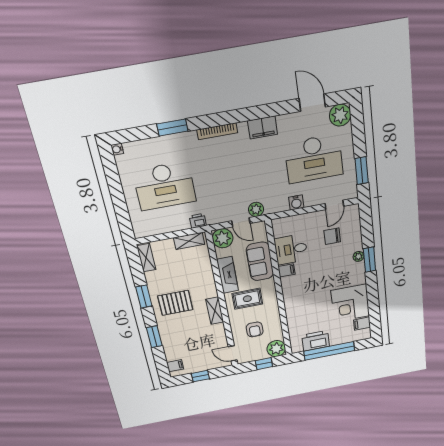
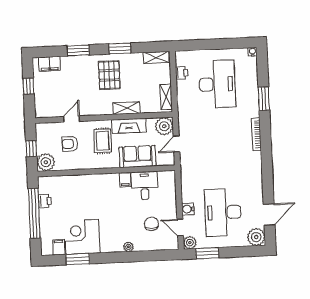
filing cabinet: (263, 127) -> (255, 172), removed
desk: (165, 186) -> (217, 84), turned 180
water cooler: (296, 202) -> (188, 209), moved
plant: (256, 209) -> (190, 243), moved
printer: (198, 221) -> (182, 73), moved
window: (369, 260) -> (78, 259), moved
shelving: (215, 311) -> (126, 108), moved
printer: (316, 341) -> (45, 201), width x0.53, depth x0.68
door: (233, 353) -> (72, 119), moved
filing cabinet: (175, 366) -> (49, 64), width x2.00

